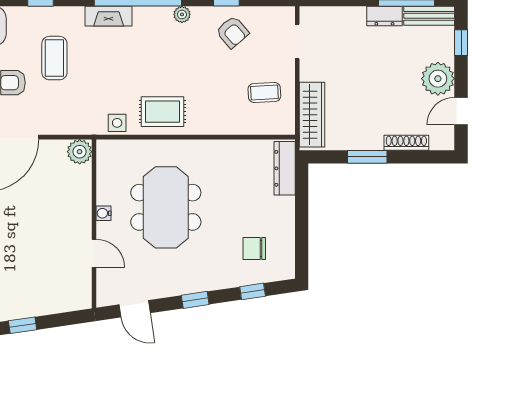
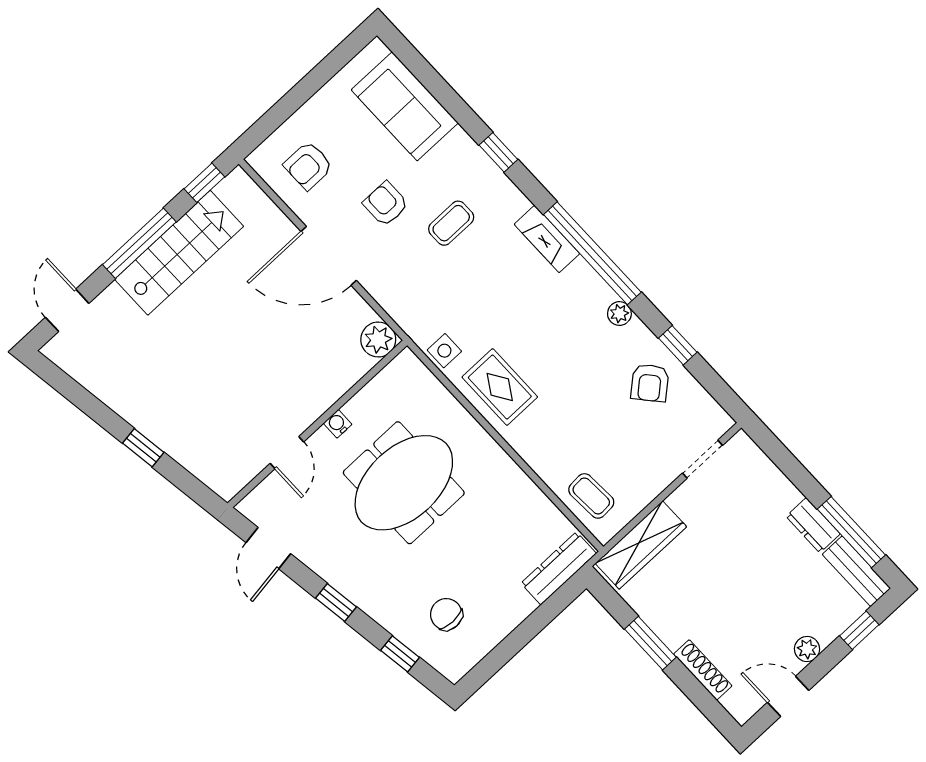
coffee table: (54, 58) -> (451, 223), width x0.73, depth x0.77
plant: (438, 79) -> (807, 649), width x0.53, depth x0.53
coffee table: (264, 92) -> (591, 496), moved

